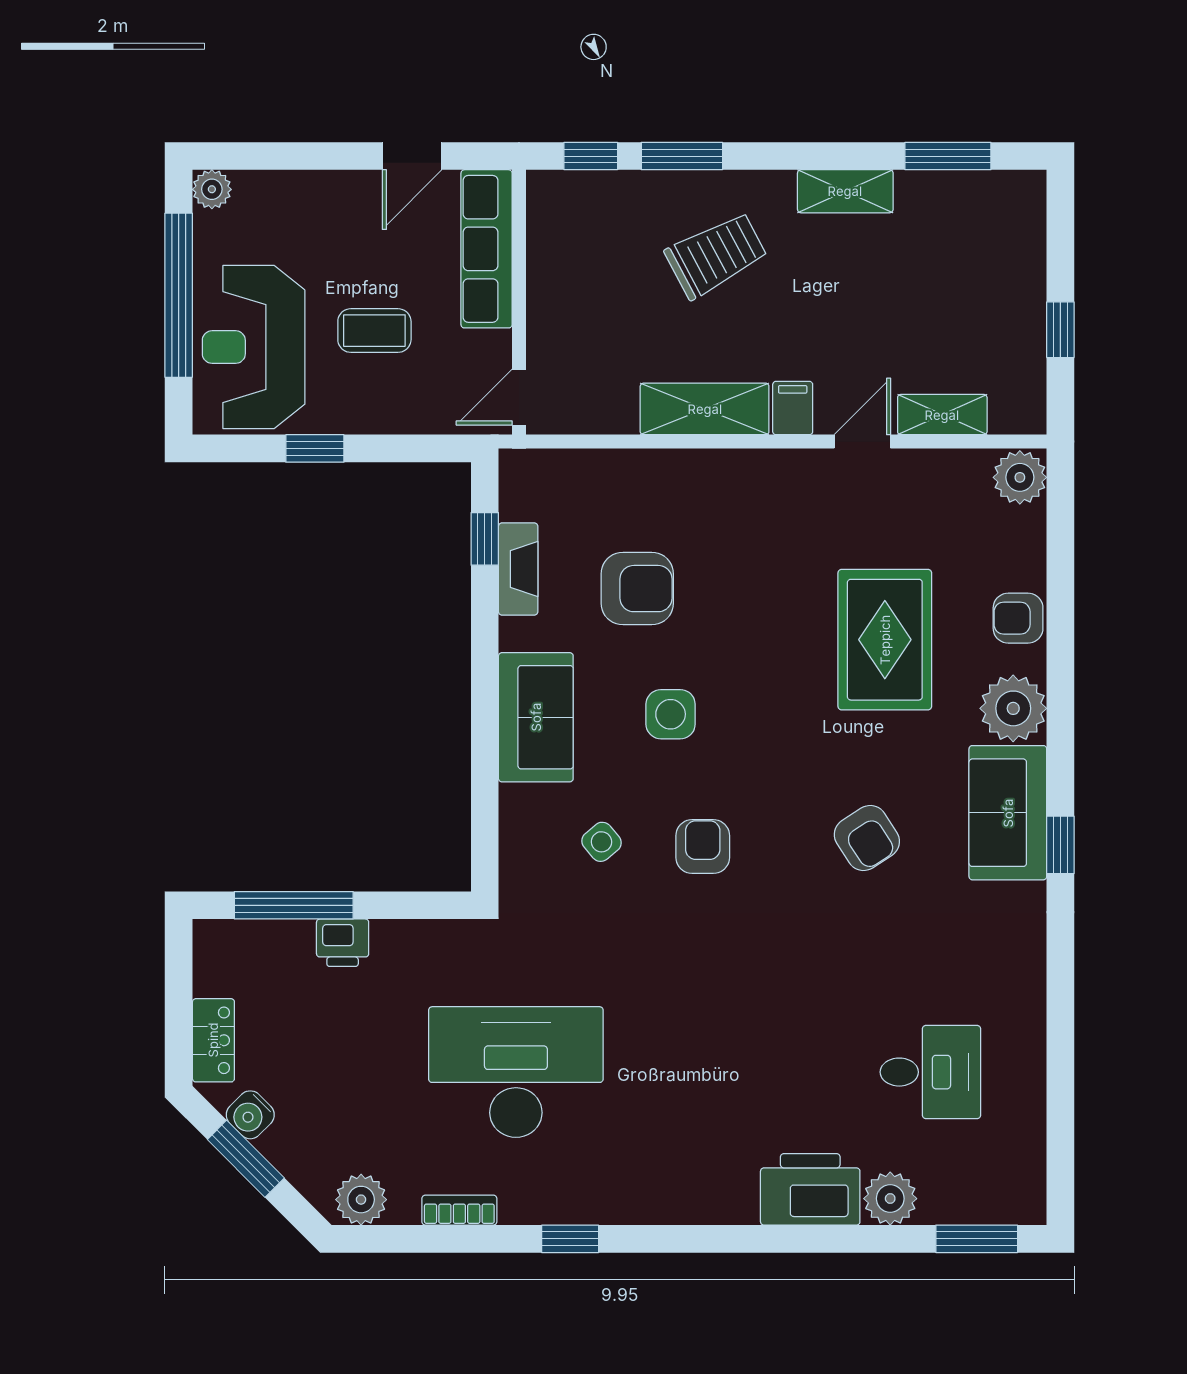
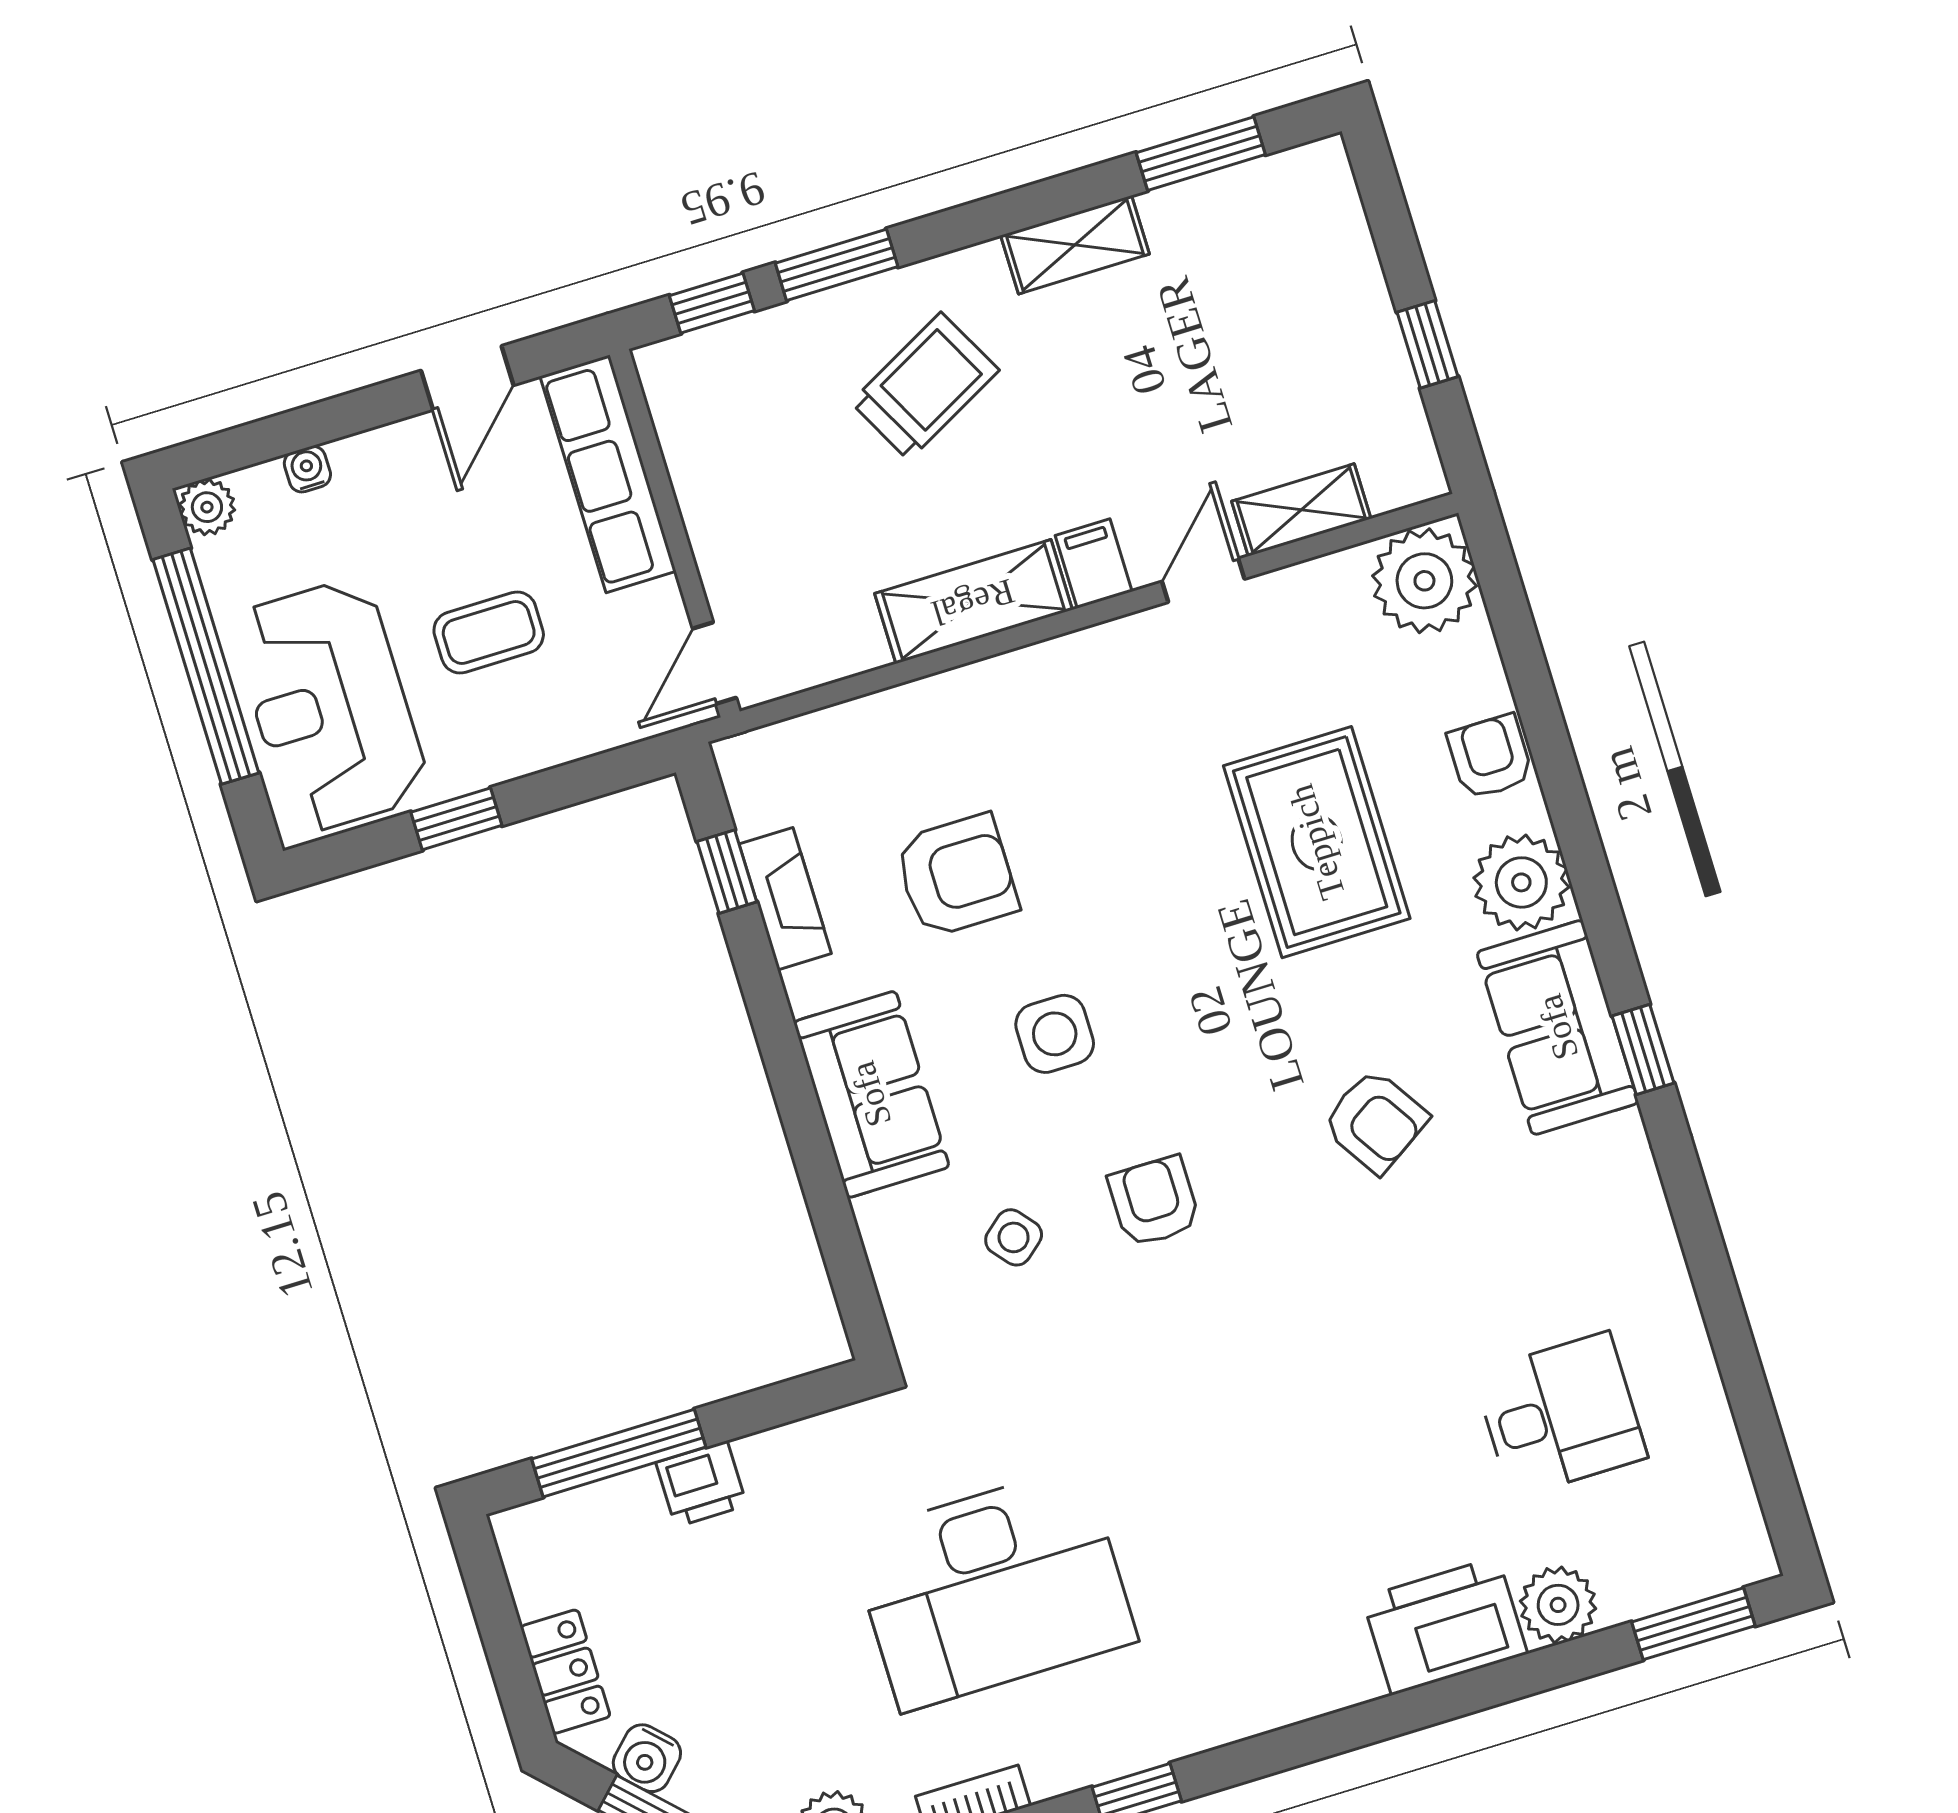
water cooler: (287, 184) -> (307, 469), added
plant: (1020, 477) -> (1424, 581), width x1.36, depth x1.36
armchair: (1018, 618) -> (1490, 757), turned 90
desk: (516, 1072) -> (993, 1588), turned 180

